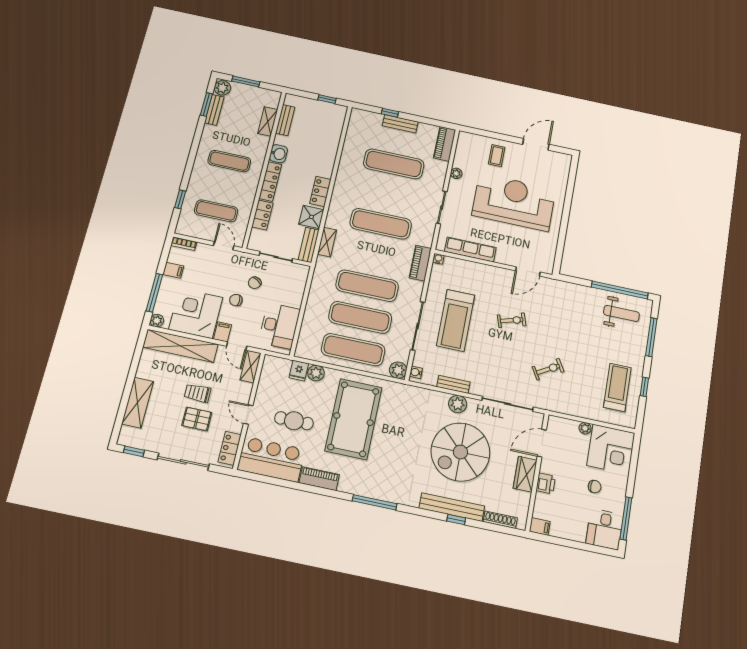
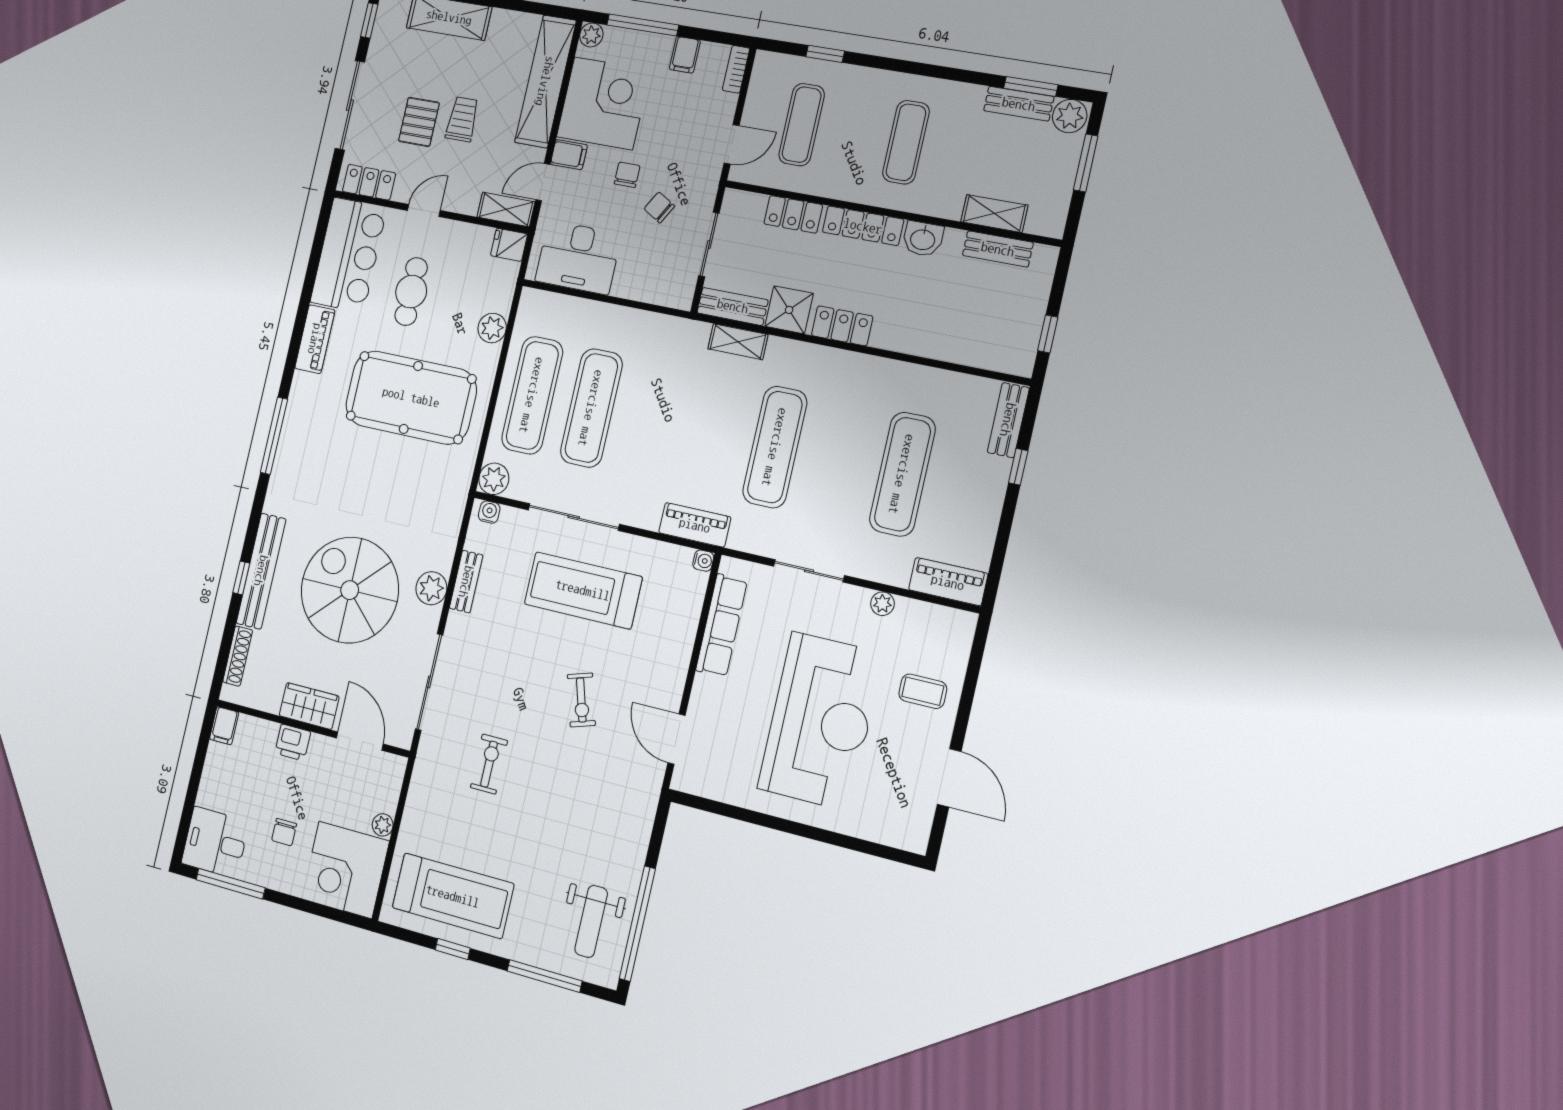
bench: (400, 124) -> (1008, 420), moved
exercise mat: (367, 286) -> (652, 421), removed
exercise bike: (548, 369) -> (489, 764), turned -150
fridge: (299, 371) -> (509, 245), moved
treadmill: (617, 387) -> (453, 896), width x1.37, depth x1.38

